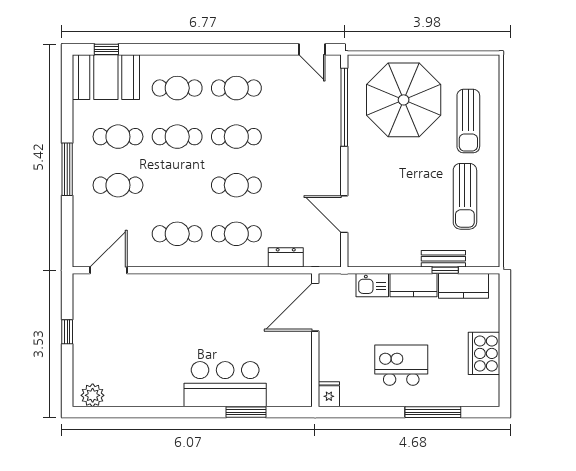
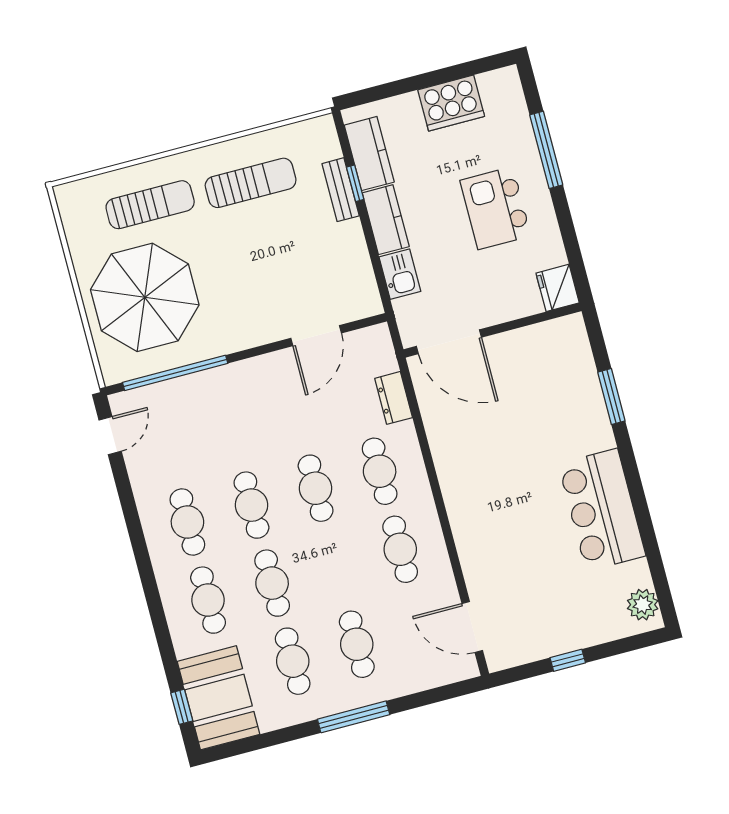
bar counter: (225, 384) -> (602, 510), moved
fridge: (329, 394) -> (558, 288), width x1.38

